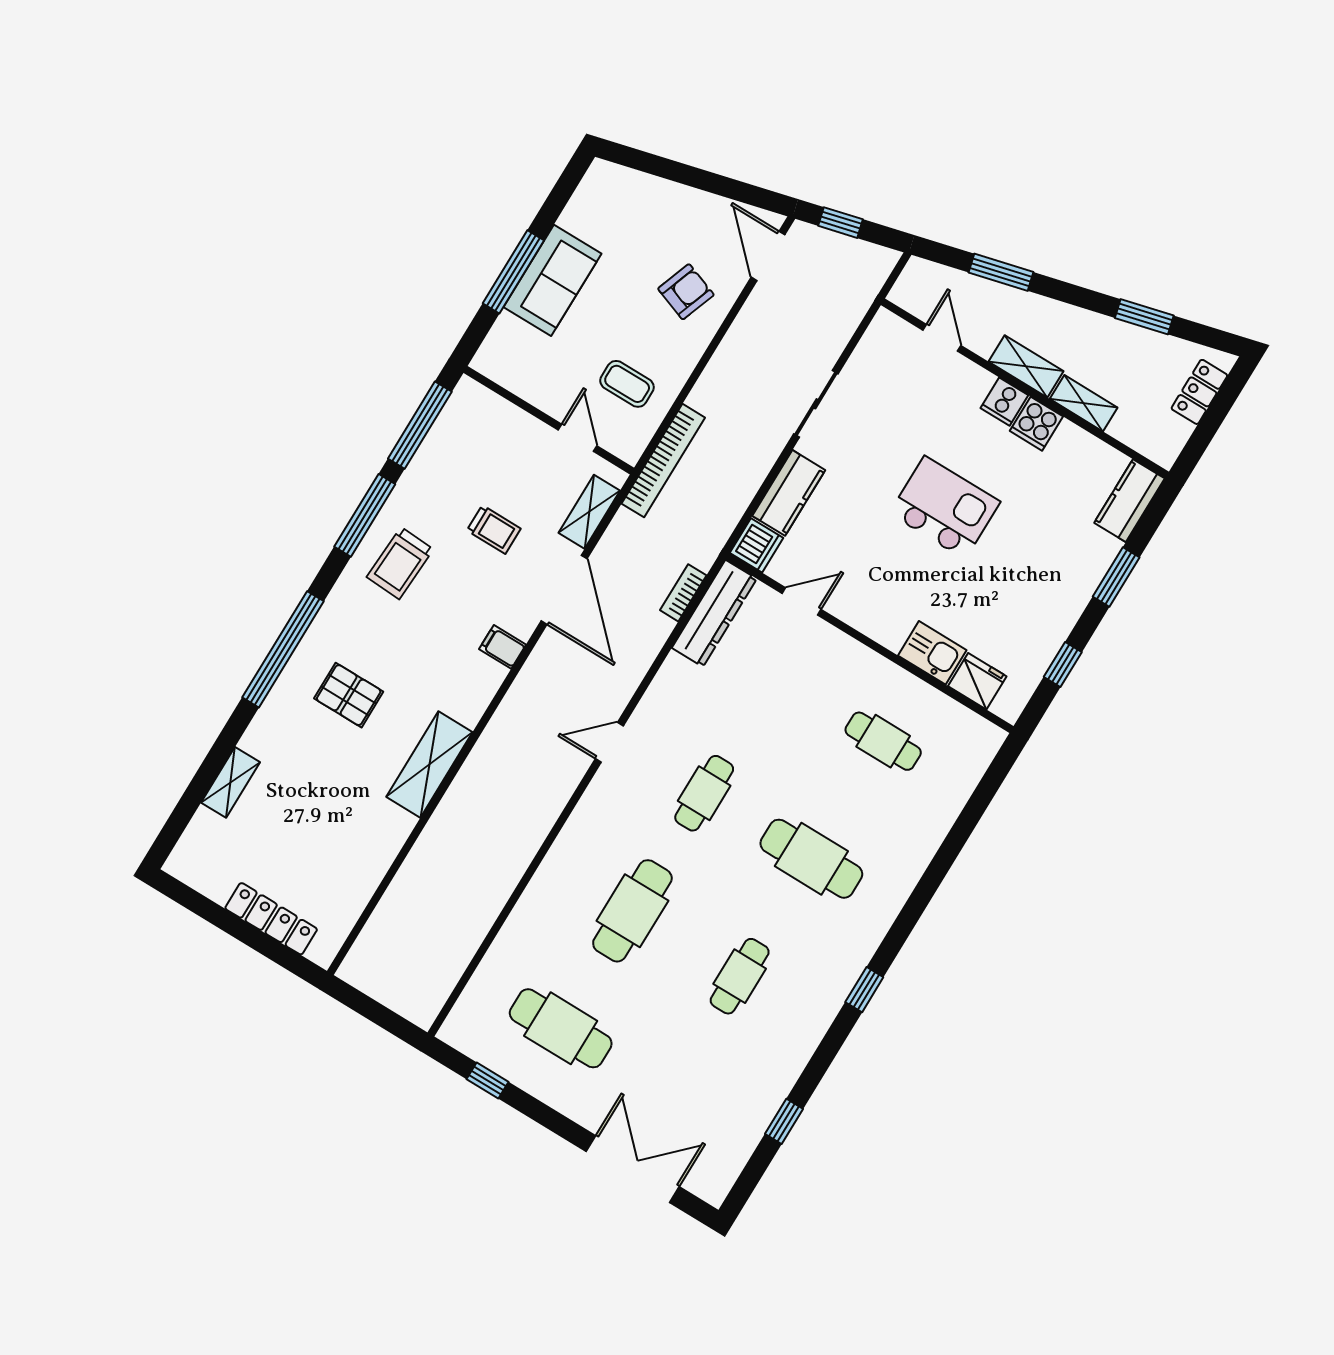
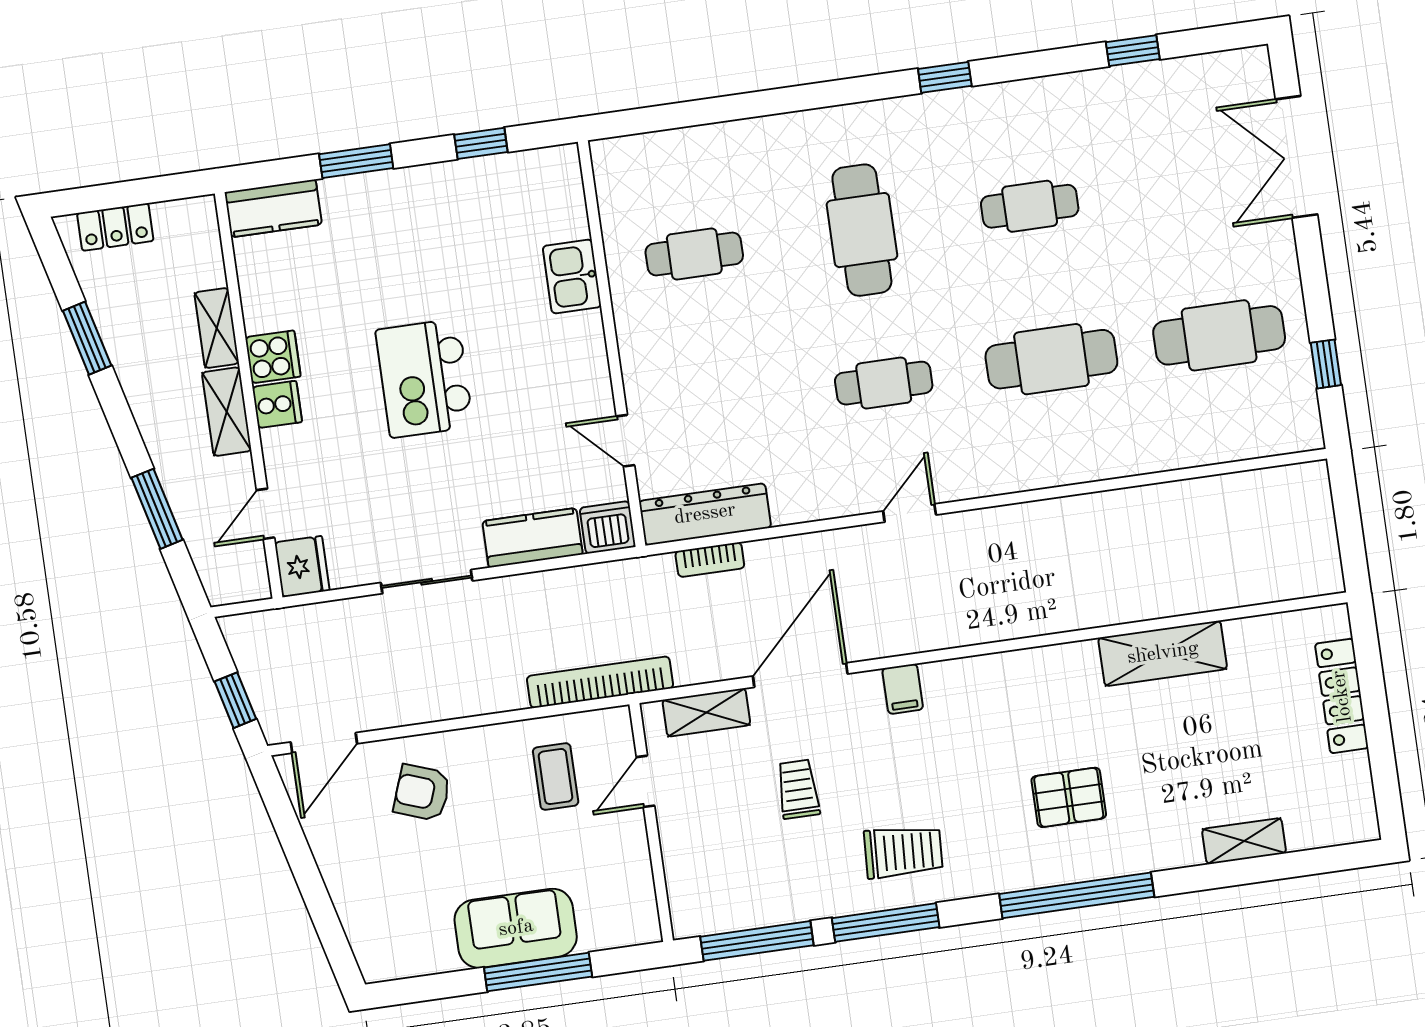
fridge: (977, 681) -> (302, 567), moved, turned 180
pallet: (349, 695) -> (1069, 797), turned 90
cafe table: (883, 741) -> (694, 254), turned 90
door: (609, 742) -> (910, 513), swing flipped
shelving: (429, 764) -> (1163, 653), moved
cafe table: (561, 1028) -> (1219, 335), turned 90

